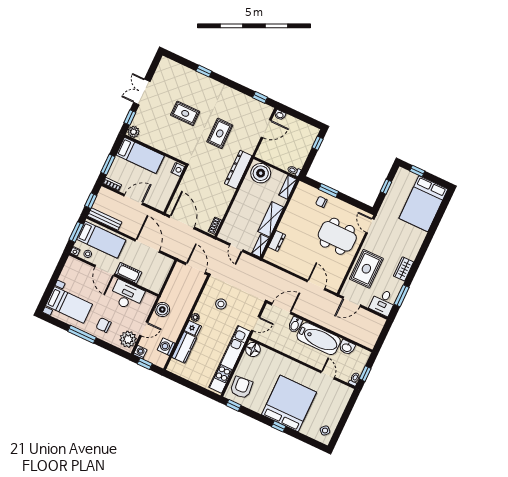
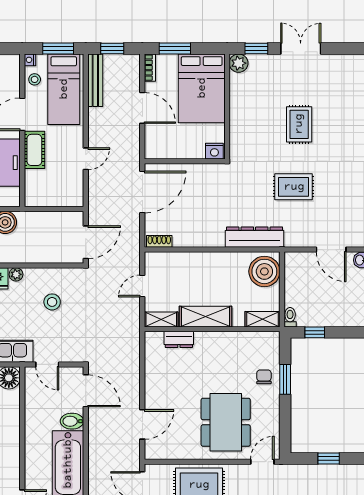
window: (318, 143) -> (315, 332), moved
bed: (140, 155) -> (202, 88), width x1.50
door: (147, 246) -> (86, 159), width x0.53

